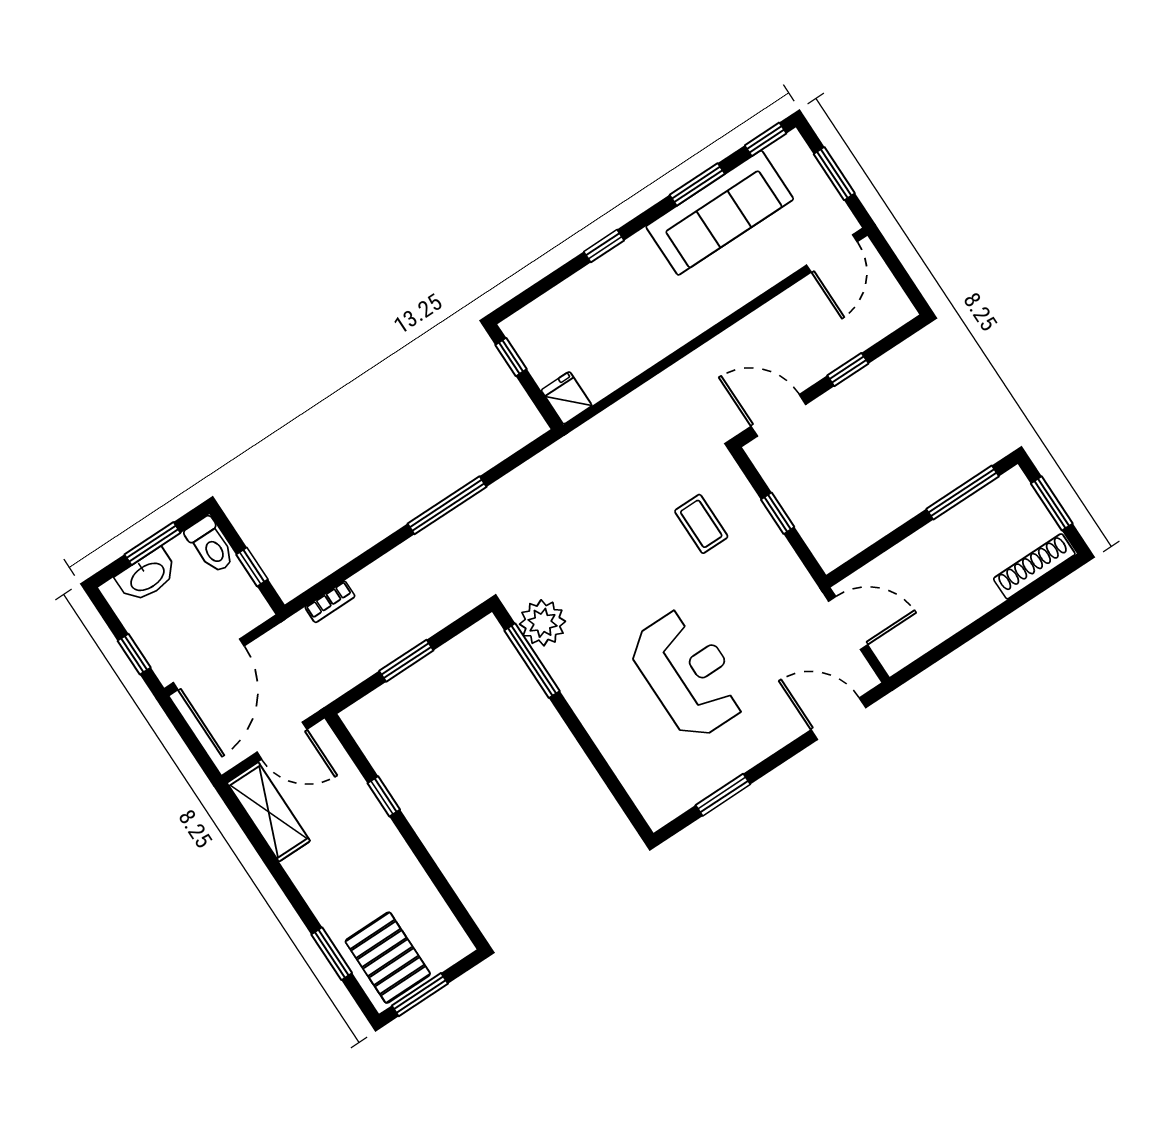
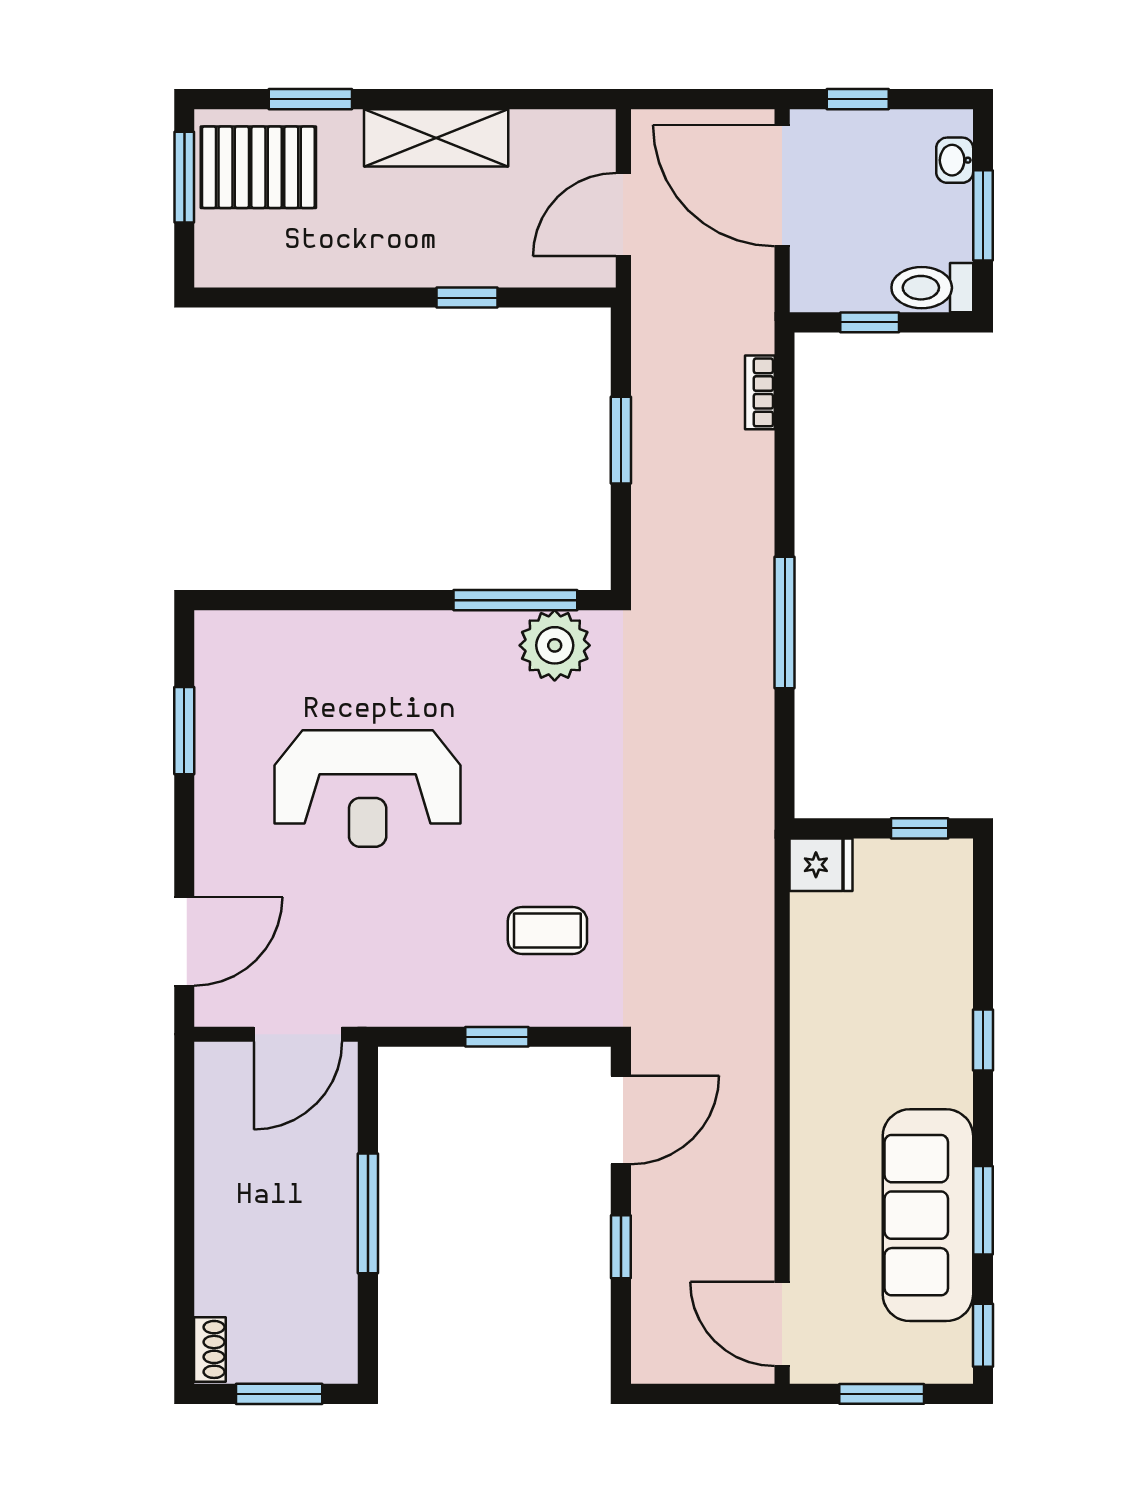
window: (963, 493) -> (368, 1213), moved
shoe rack: (1034, 566) -> (210, 1349), width x0.51, depth x0.81
washbasin: (147, 576) -> (955, 160), width x0.52, depth x0.69
shelving: (269, 812) -> (436, 138), moved

